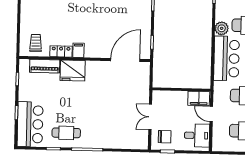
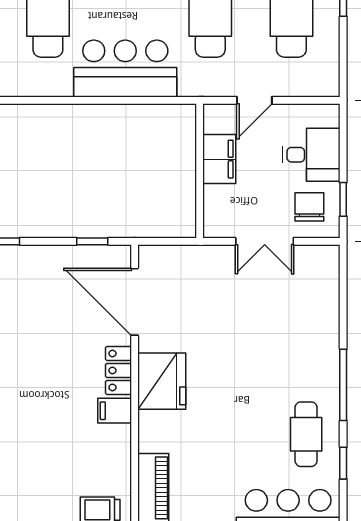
plant: (222, 28) -> (56, 81), removed
locker: (61, 51) -> (118, 370), moved
fridge: (73, 70) -> (162, 381), moved
filing cabinet: (199, 98) -> (219, 159), moved
desk: (197, 135) -> (311, 155), moved, turned 90

